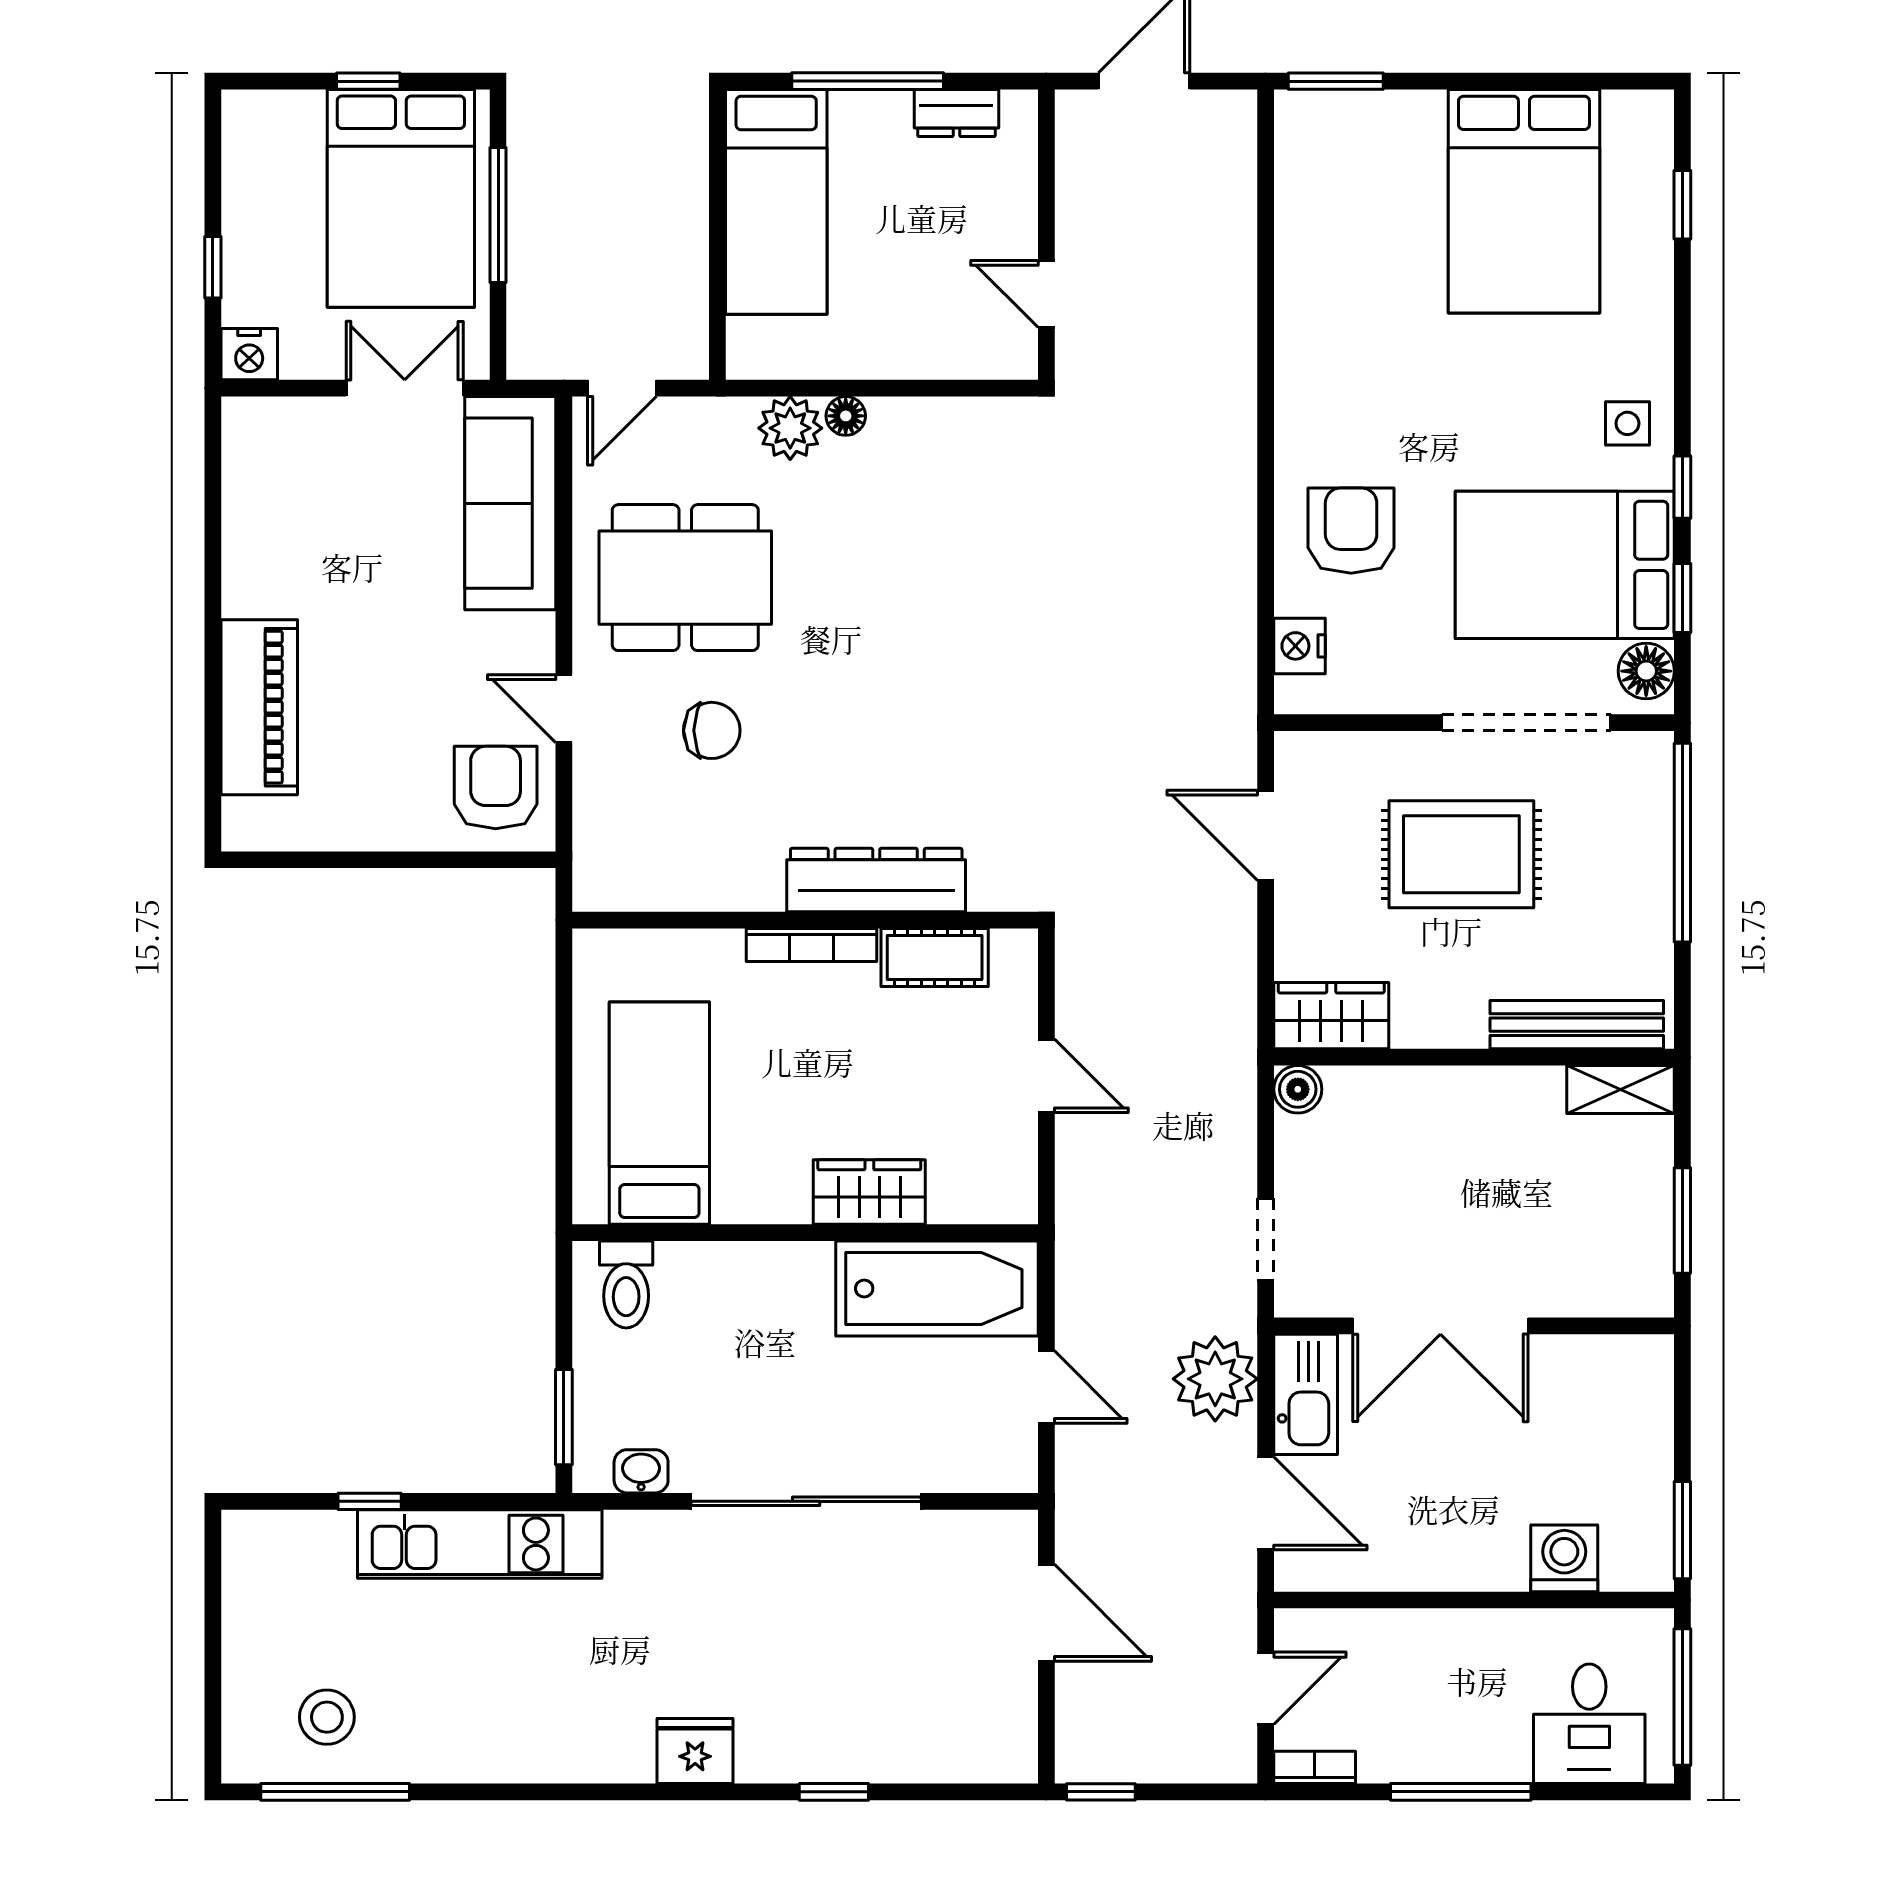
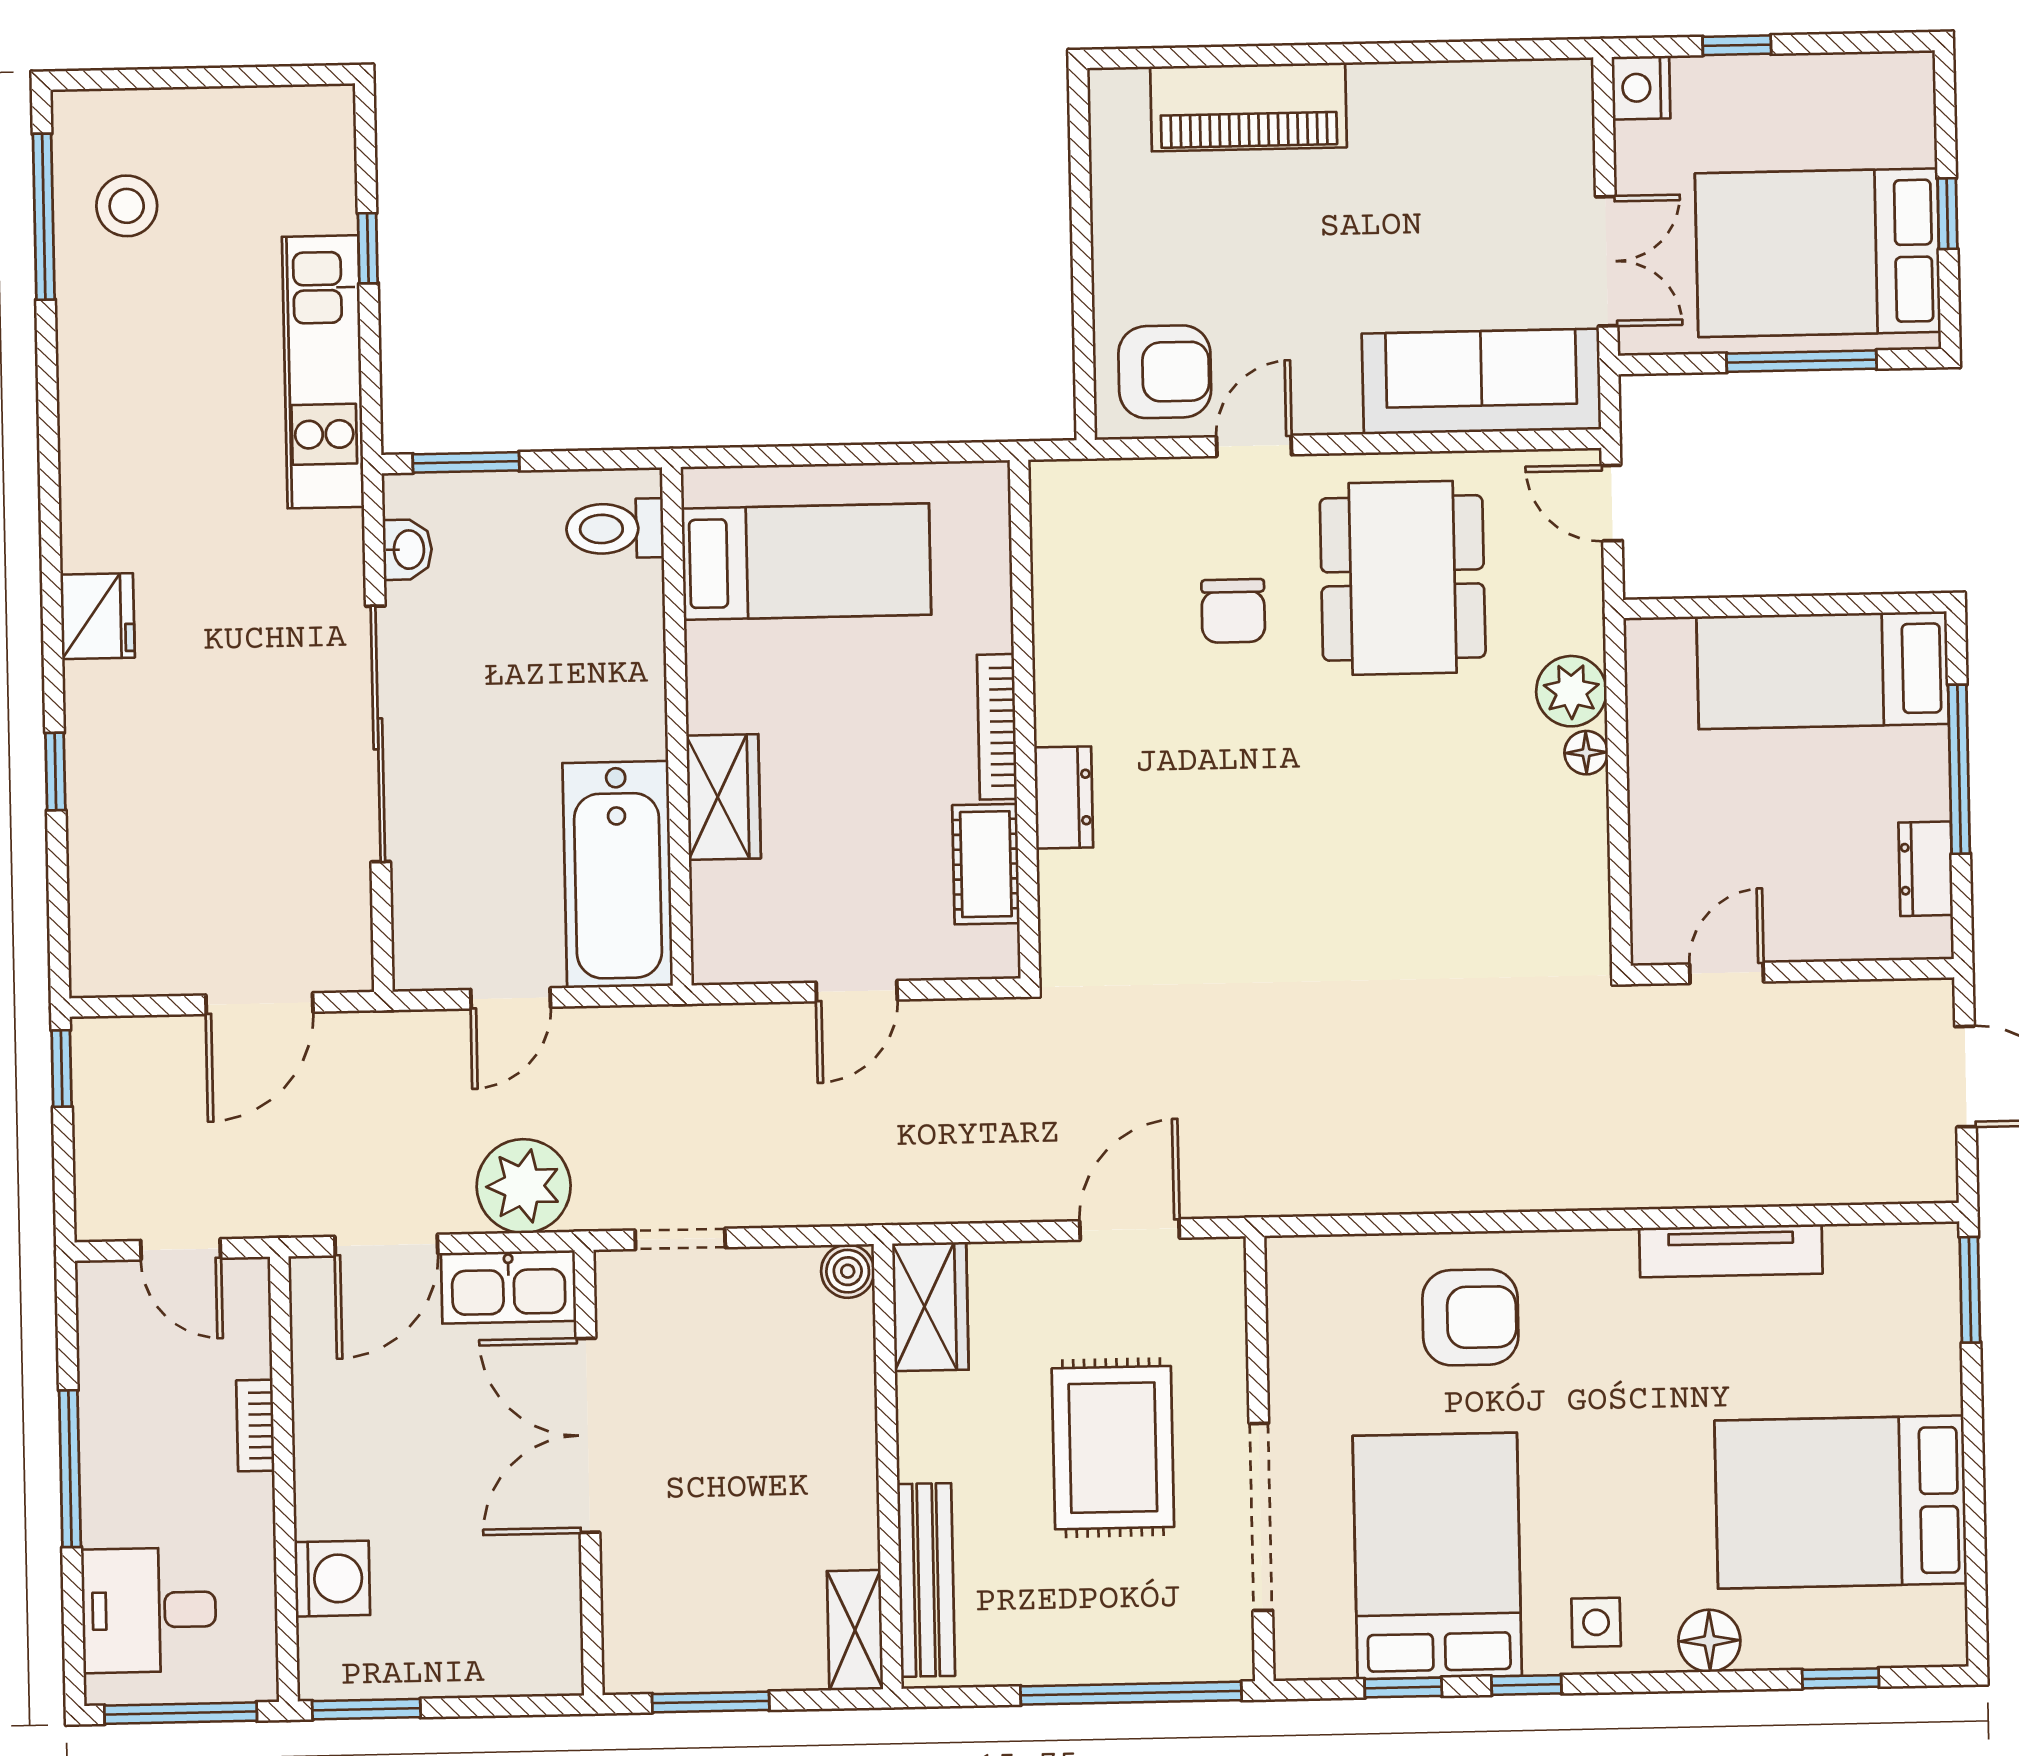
tv unit: (1296, 295) -> (1731, 1251), added
nightstand: (1300, 646) -> (1341, 1263), removed
floor lamp: (1646, 671) -> (1709, 1641), moved
dresser: (876, 880) -> (1064, 797), width x0.51, depth x0.80
bookcase: (1315, 1767) -> (255, 1426), moved, turned 180

